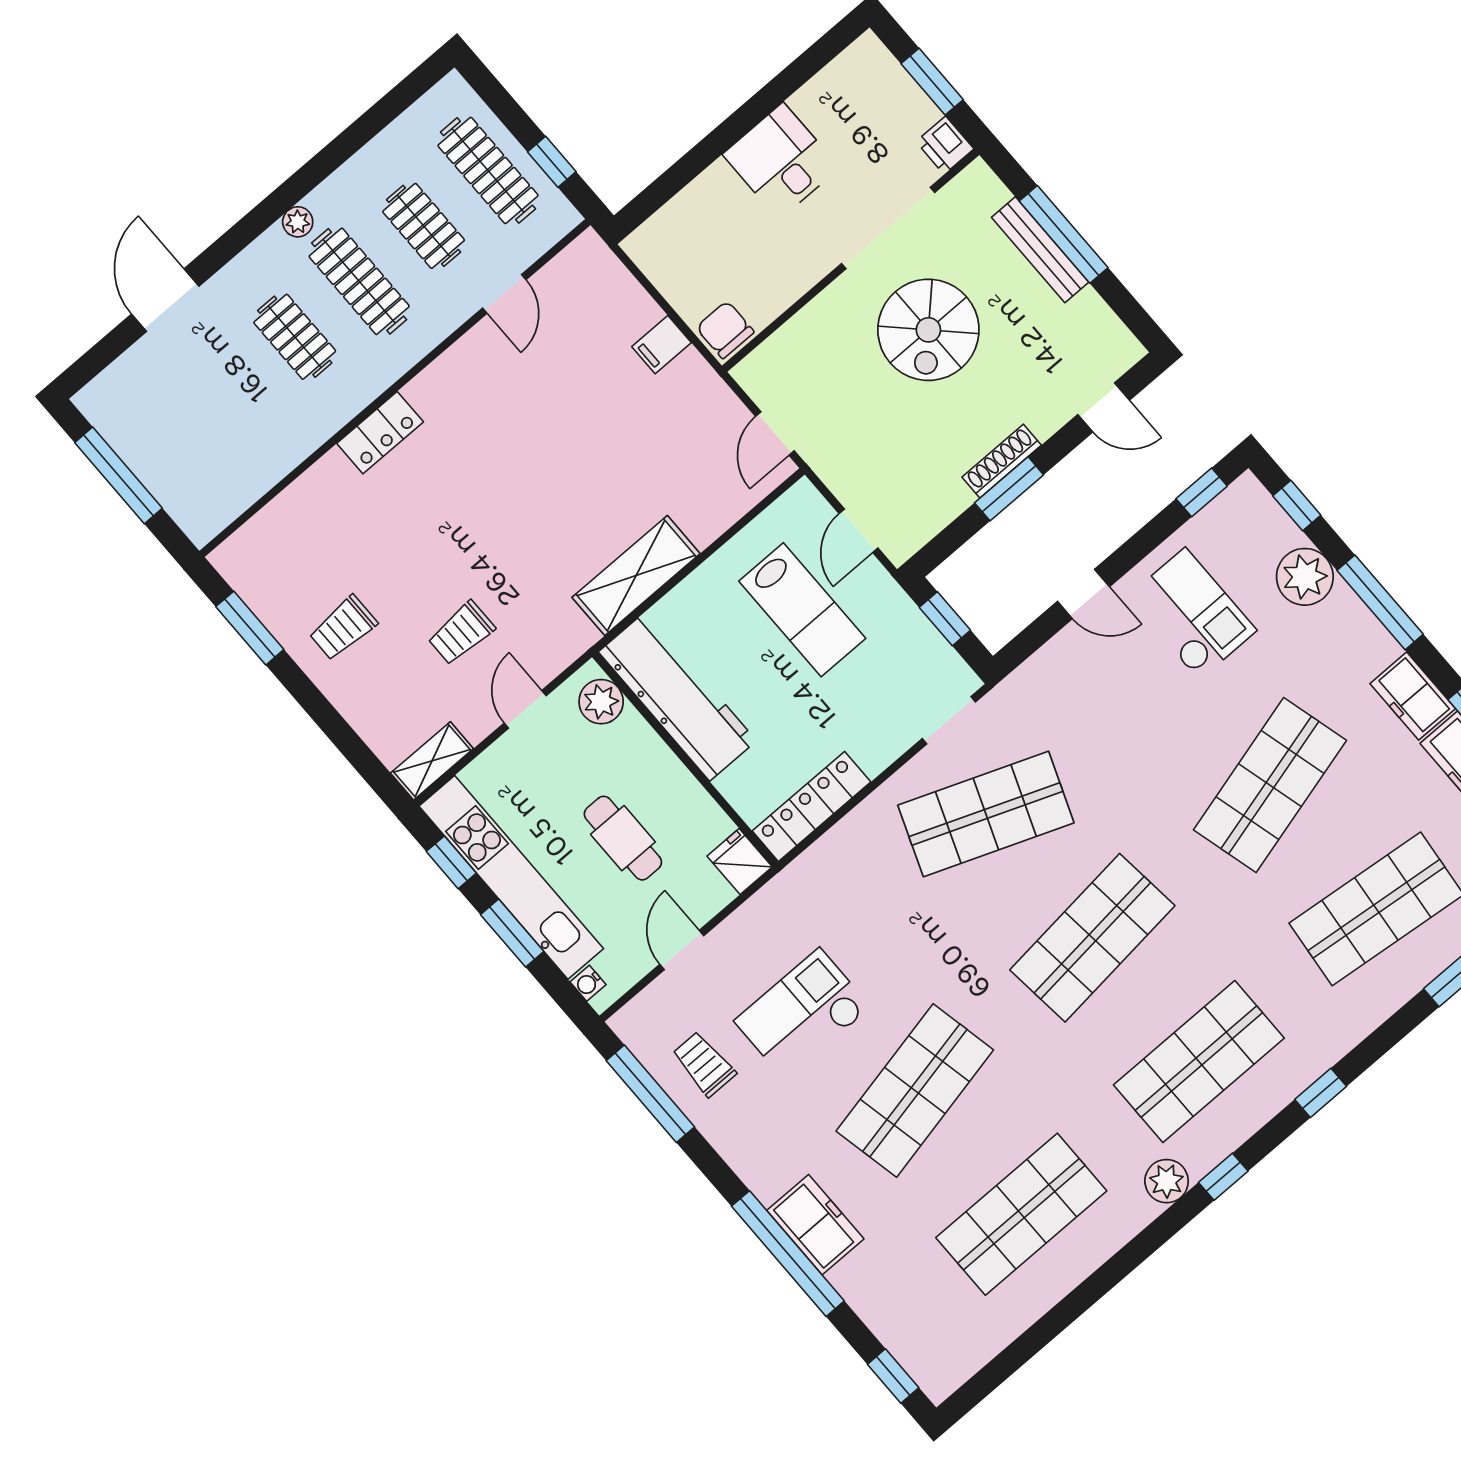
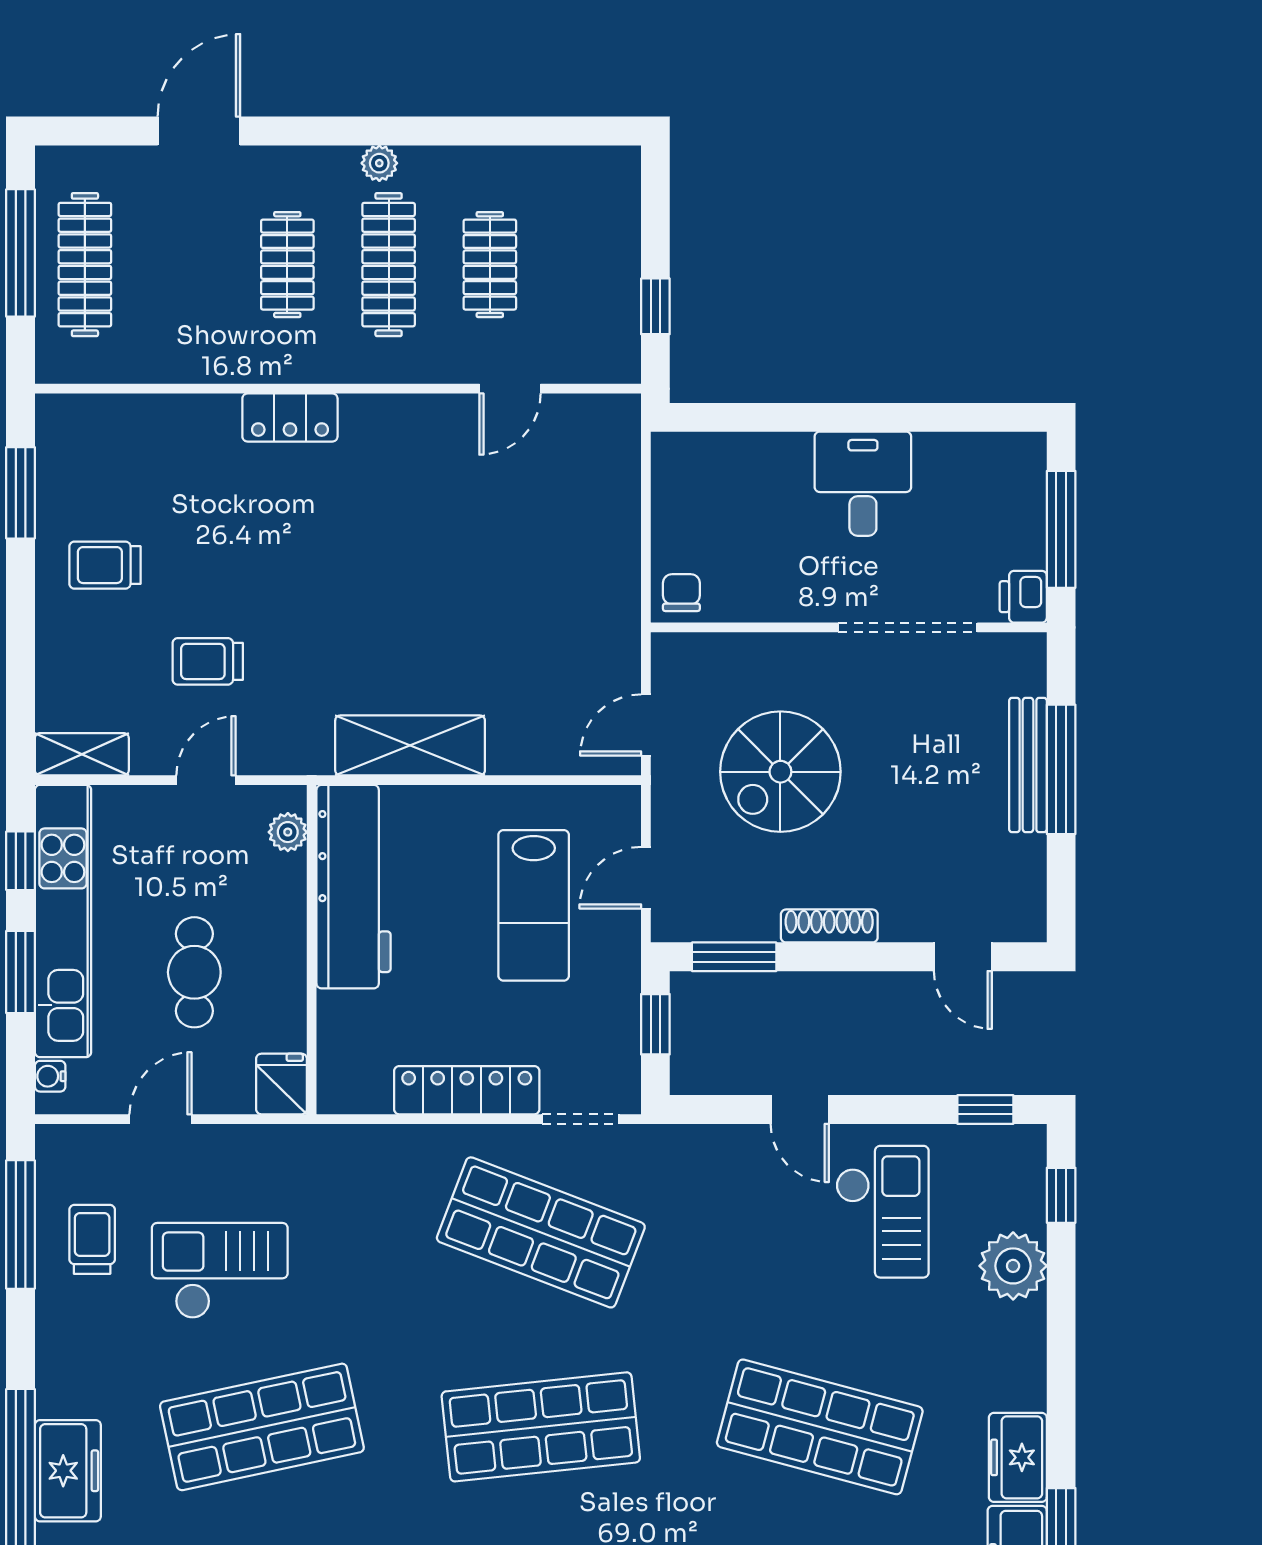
window: (932, 82) -> (1061, 529), width x1.44
clothes rail: (488, 170) -> (85, 265), moved
chair: (725, 330) -> (681, 593), width x0.73, depth x0.73
spiral stairs: (928, 330) -> (780, 772), moved
filing cabinet: (662, 345) -> (613, 557), removed
window: (1009, 489) -> (734, 957), moved
window: (1380, 602) -> (1061, 1347), removed
plant: (601, 702) -> (288, 832), width x0.73, depth x0.73
shop shelf: (1270, 785) -> (820, 1427), turned 30
locker: (812, 806) -> (467, 1090), moved

